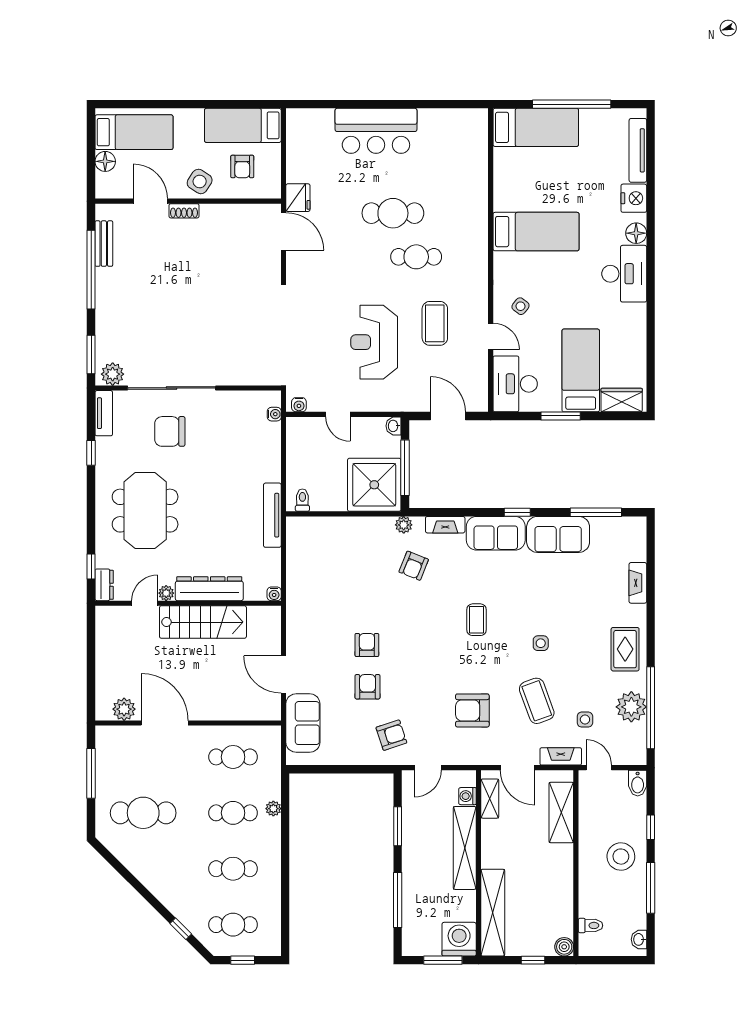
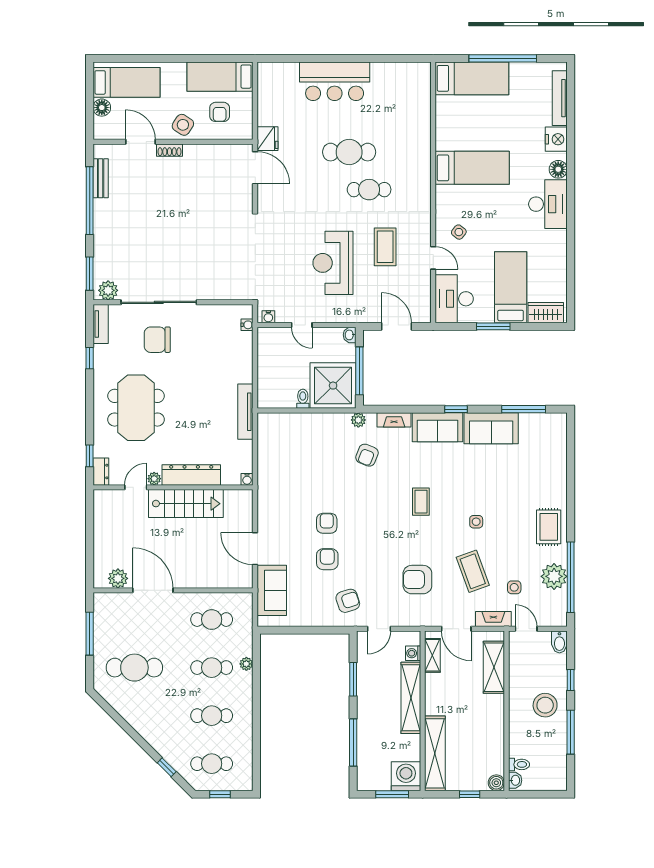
toilet: (302, 500) -> (303, 399), moved
fireplace: (638, 583) -> (560, 470), removed
washbasin: (639, 939) -> (515, 780), moved, turned 180

